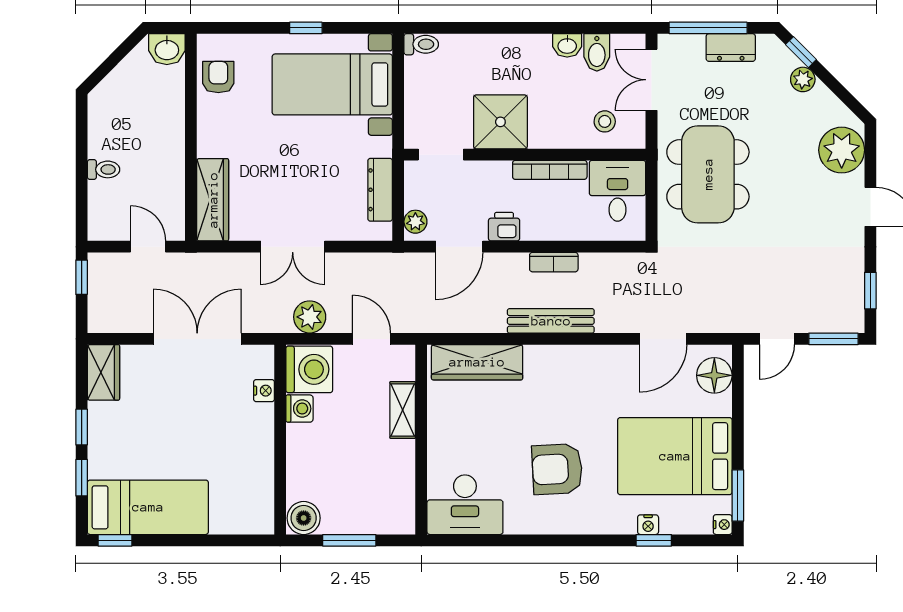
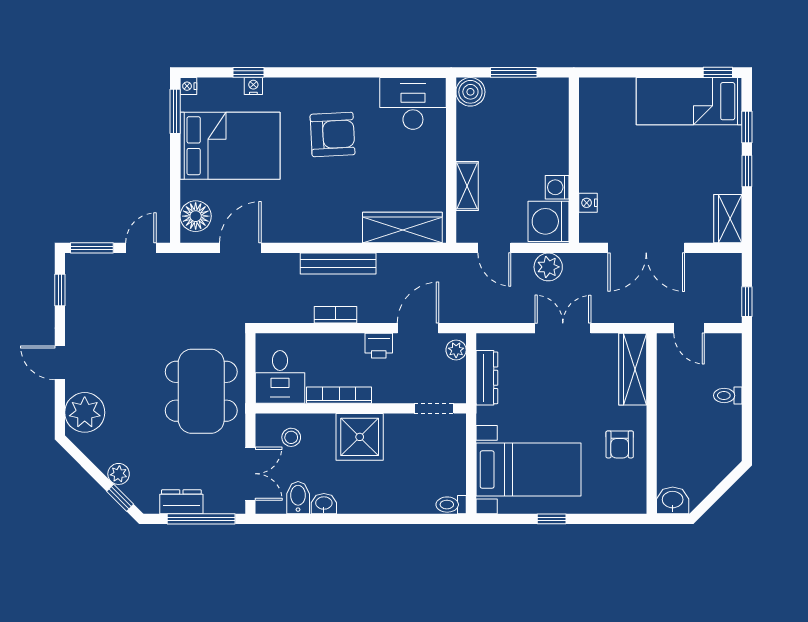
armchair: (218, 77) -> (620, 444), moved
shower: (500, 122) -> (360, 437), moved
boiler: (304, 518) -> (470, 92), moved

